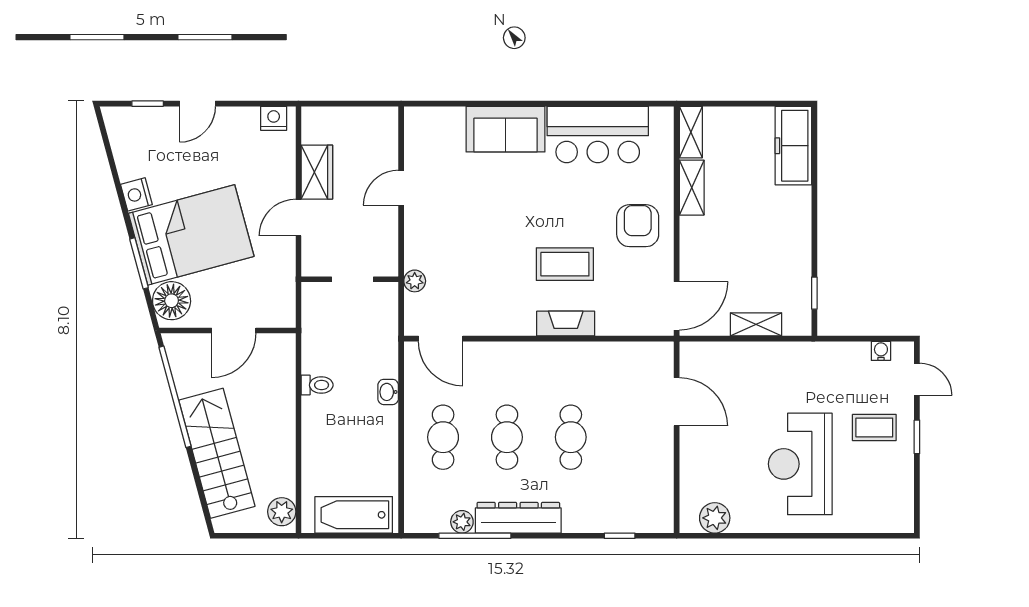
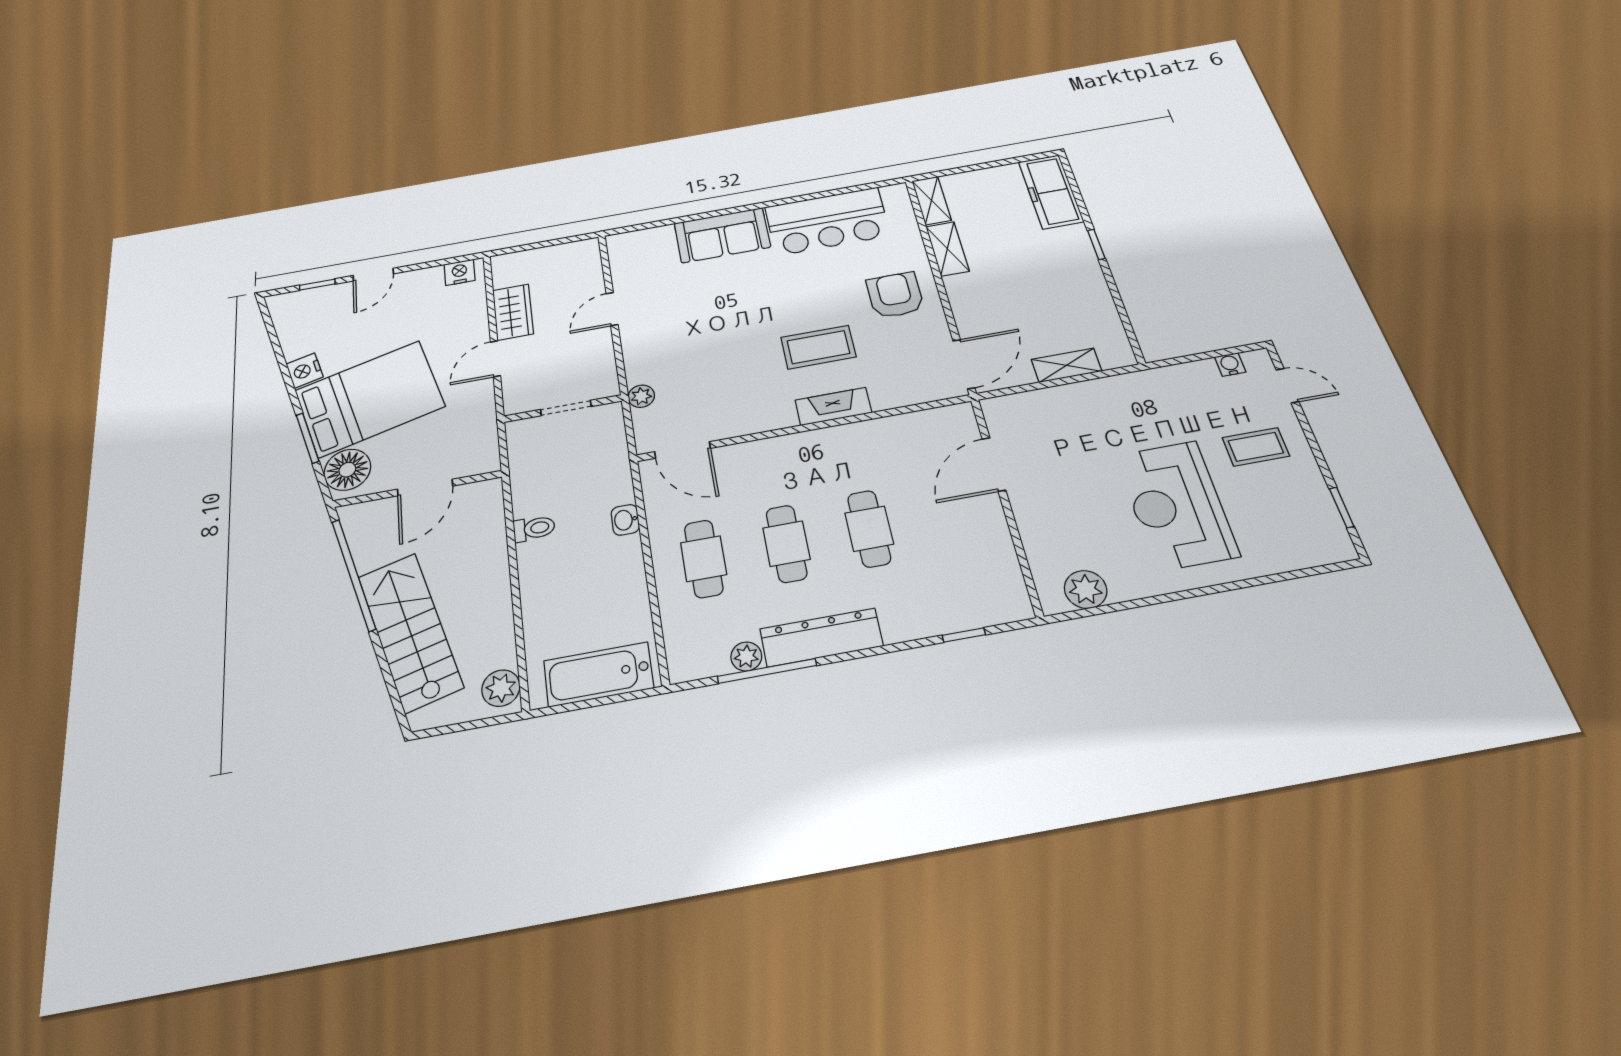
window: (814, 293) -> (1096, 244), moved
door: (677, 402) -> (994, 464), swing flipped
window: (917, 437) -> (1342, 507), moved

